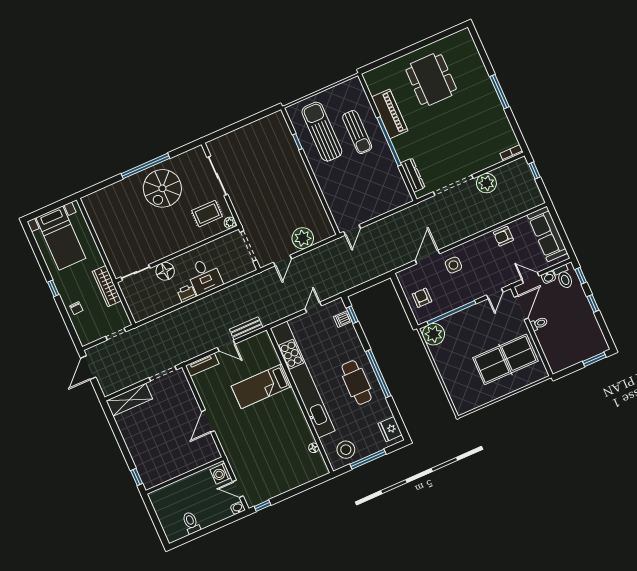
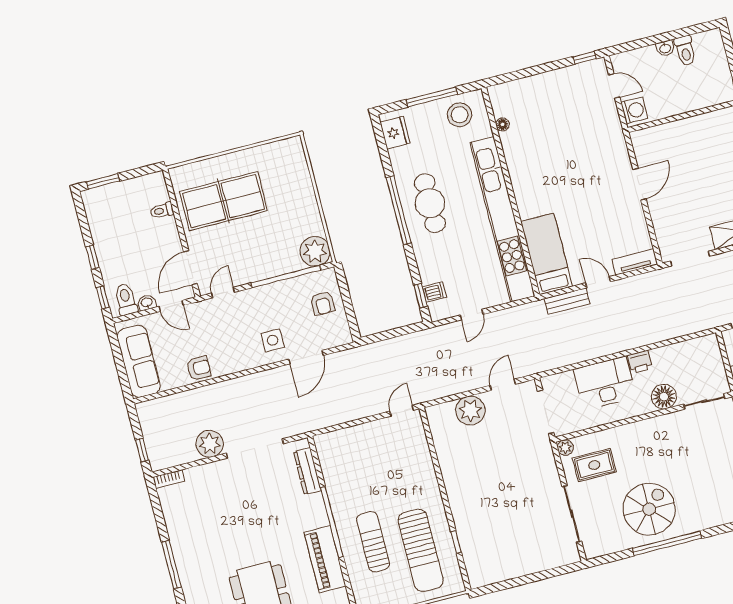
desk: (204, 276) -> (605, 383), width x1.37
toilet: (539, 324) -> (162, 211), moved
bed: (262, 386) -> (547, 254), moved, turned -90
washbasin: (238, 508) -> (665, 48), moved

